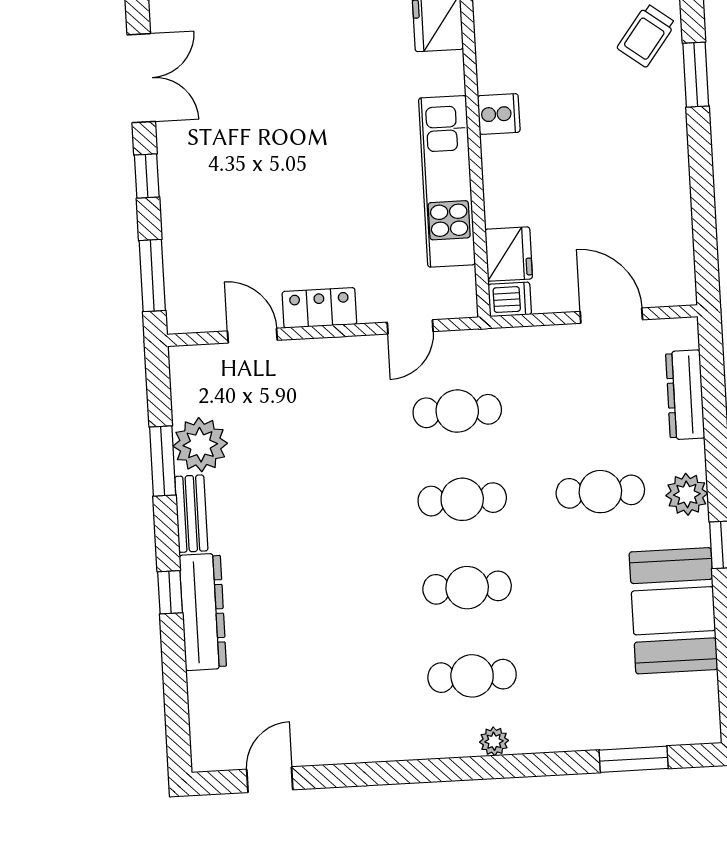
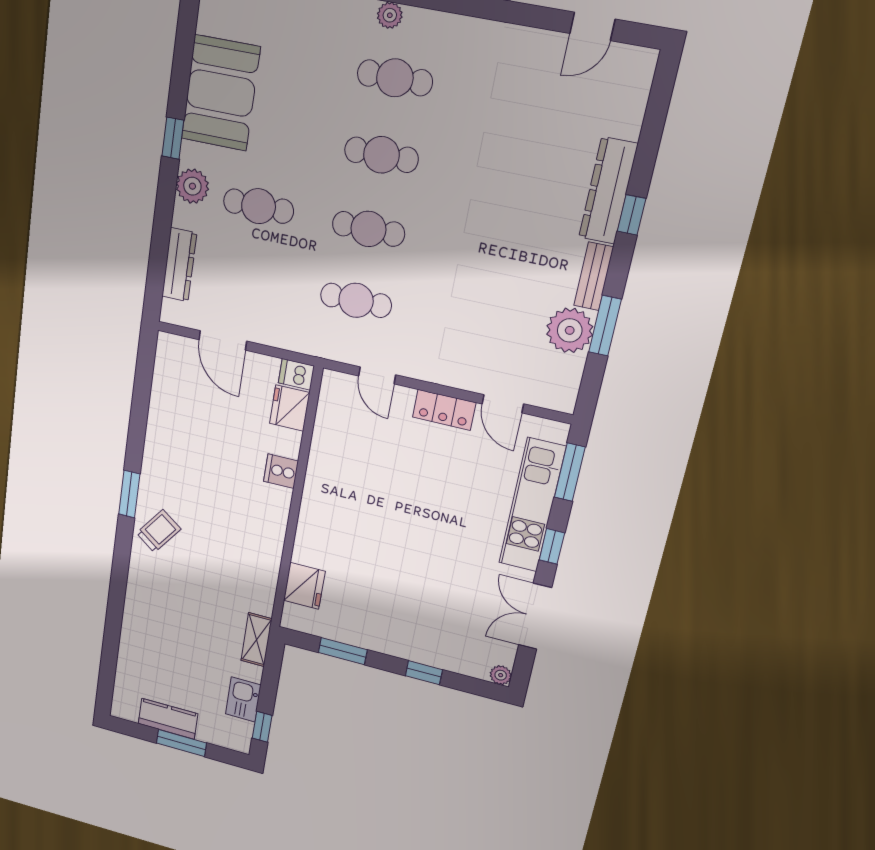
cooker: (499, 114) -> (281, 471), moved
kitchen unit: (447, 181) -> (532, 505), moved, turned 180
door: (410, 327) -> (377, 375), swing flipped

